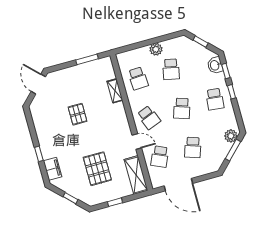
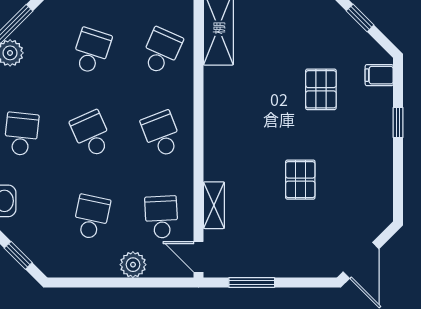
plant: (156, 49) -> (133, 265), moved
school desk: (182, 108) -> (91, 134), turned -42
door: (137, 142) -> (199, 257), moved
filing cabinet: (53, 169) -> (379, 75), width x0.50
pallet: (97, 169) -> (321, 89), moved, width x0.67, depth x0.71

